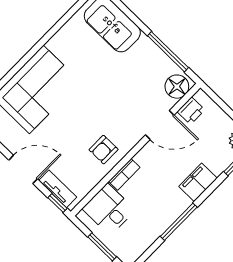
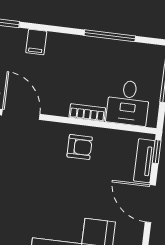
filing cabinet: (198, 182) -> (36, 42), width x0.50
window: (179, 222) -> (110, 36), moved

